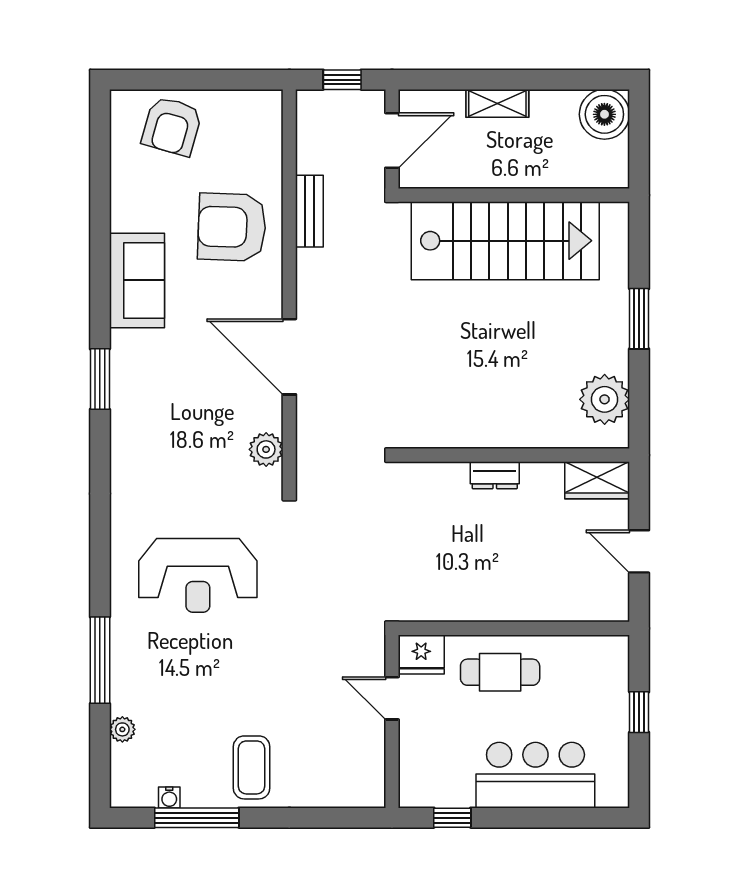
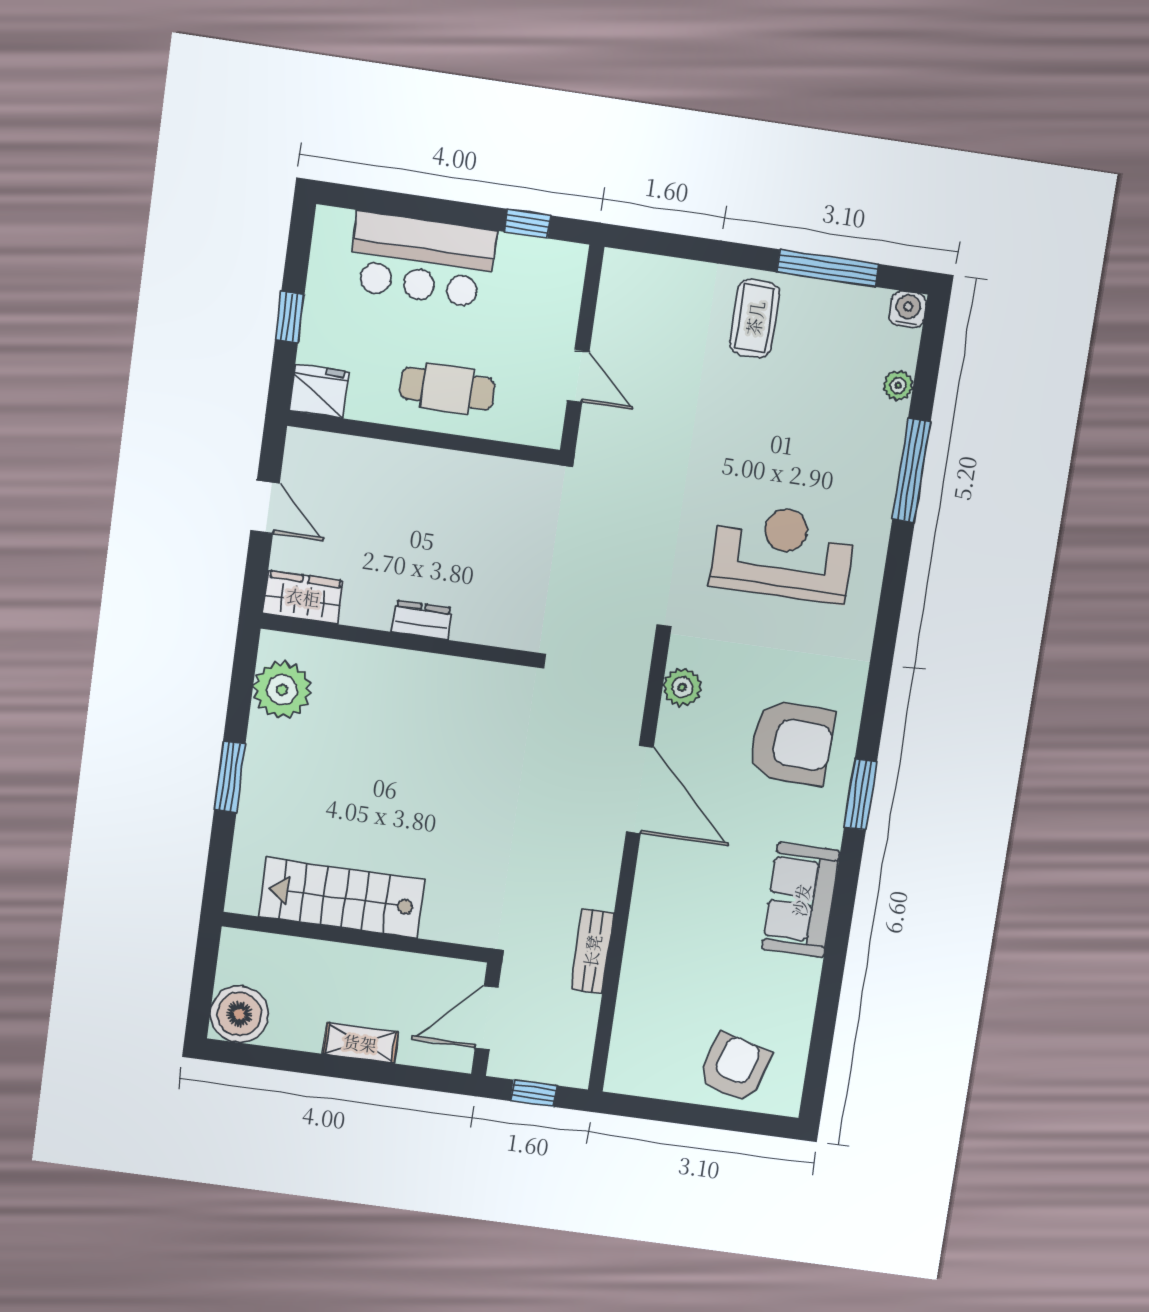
armchair: (232, 227) -> (792, 743), moved
stairs: (505, 241) -> (342, 898), width x0.73, depth x0.66
fridge: (421, 654) -> (319, 391), moved
water cooler: (169, 797) -> (908, 309), moved, width x1.38, depth x1.38

